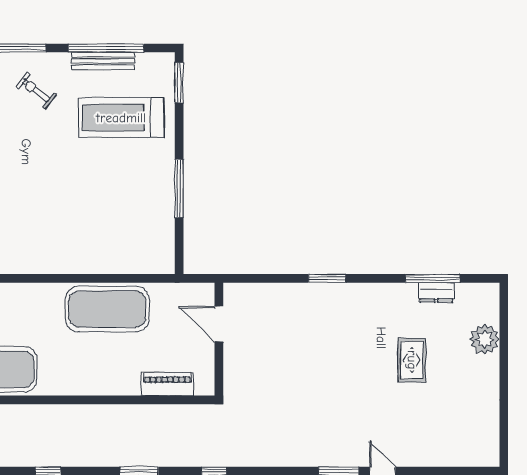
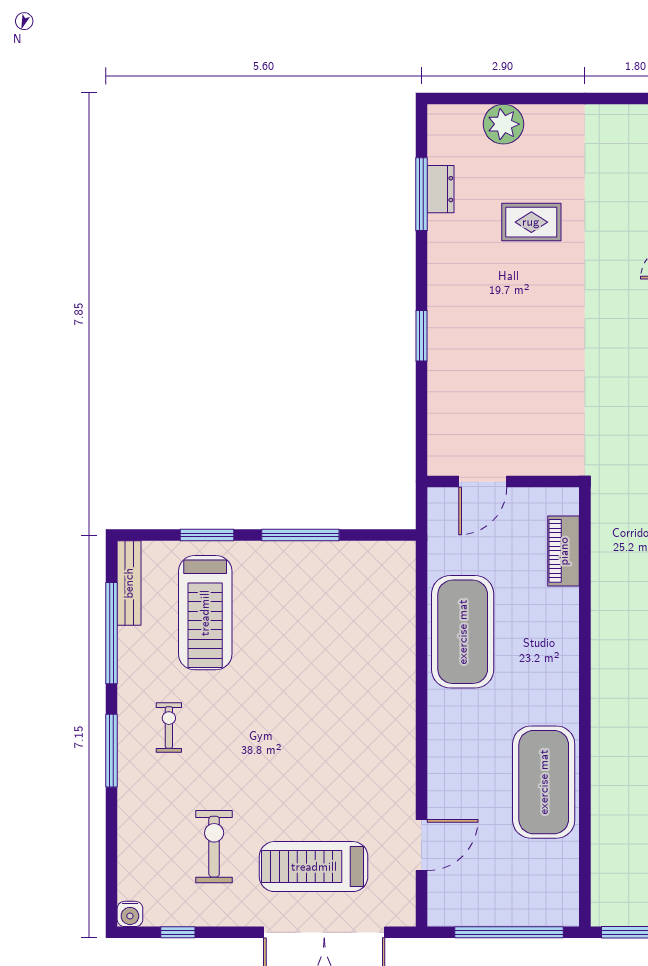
bench: (103, 61) -> (129, 583), moved
window: (179, 83) -> (207, 535), moved
exercise bike: (36, 91) -> (169, 728), turned 143

